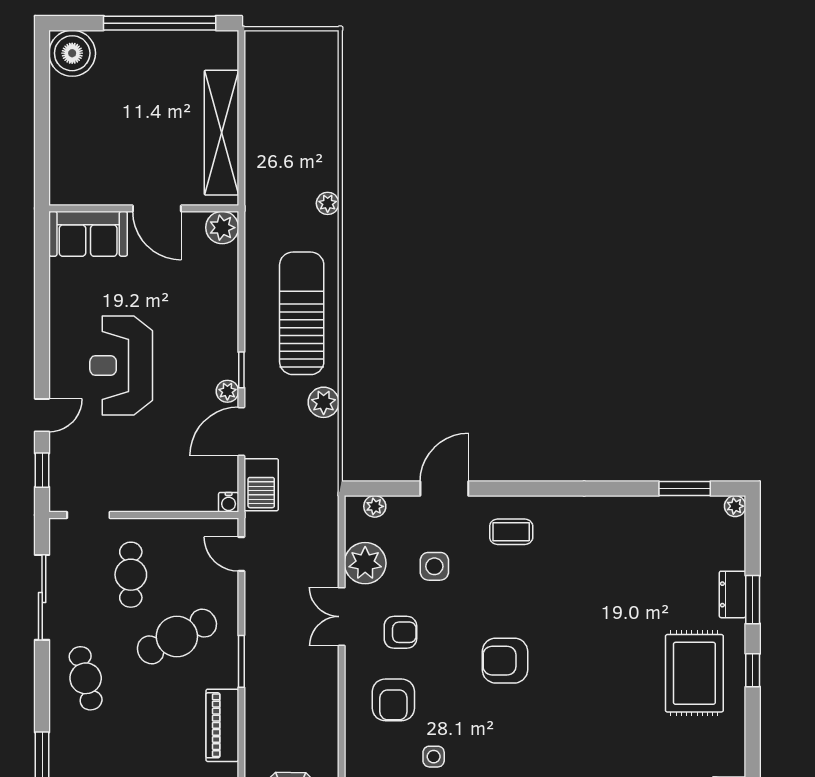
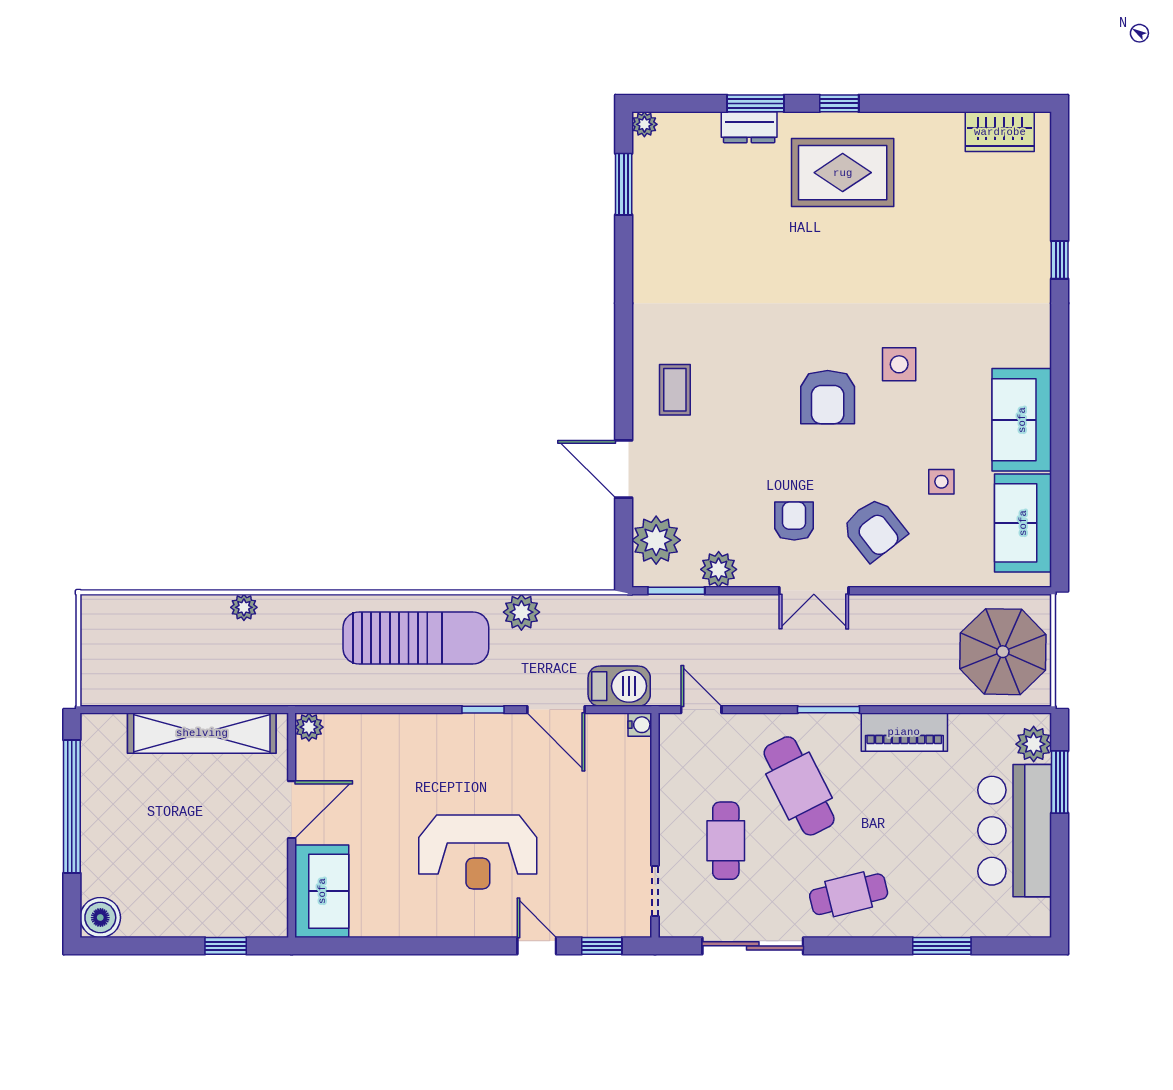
boiler: (72, 53) -> (100, 918), width x0.73, depth x0.73
window: (42, 153) -> (226, 946), added
plant: (328, 203) -> (244, 607), moved
plant: (222, 228) -> (309, 727), width x0.73, depth x0.73
sun lounger: (302, 313) -> (416, 638), turned 180
plant: (227, 391) -> (508, 726), removed
plant: (375, 506) -> (656, 540), width x1.87, depth x1.87
window: (342, 533) -> (676, 591), added
door: (241, 554) -> (701, 710), swing flipped
plant: (365, 563) -> (719, 569), width x0.73, depth x0.73
side table: (434, 566) -> (899, 364), moved
cafe table: (131, 575) -> (726, 841), turned 90
double door: (342, 617) -> (814, 591), moved
armchair: (393, 700) -> (874, 529), turned 52

